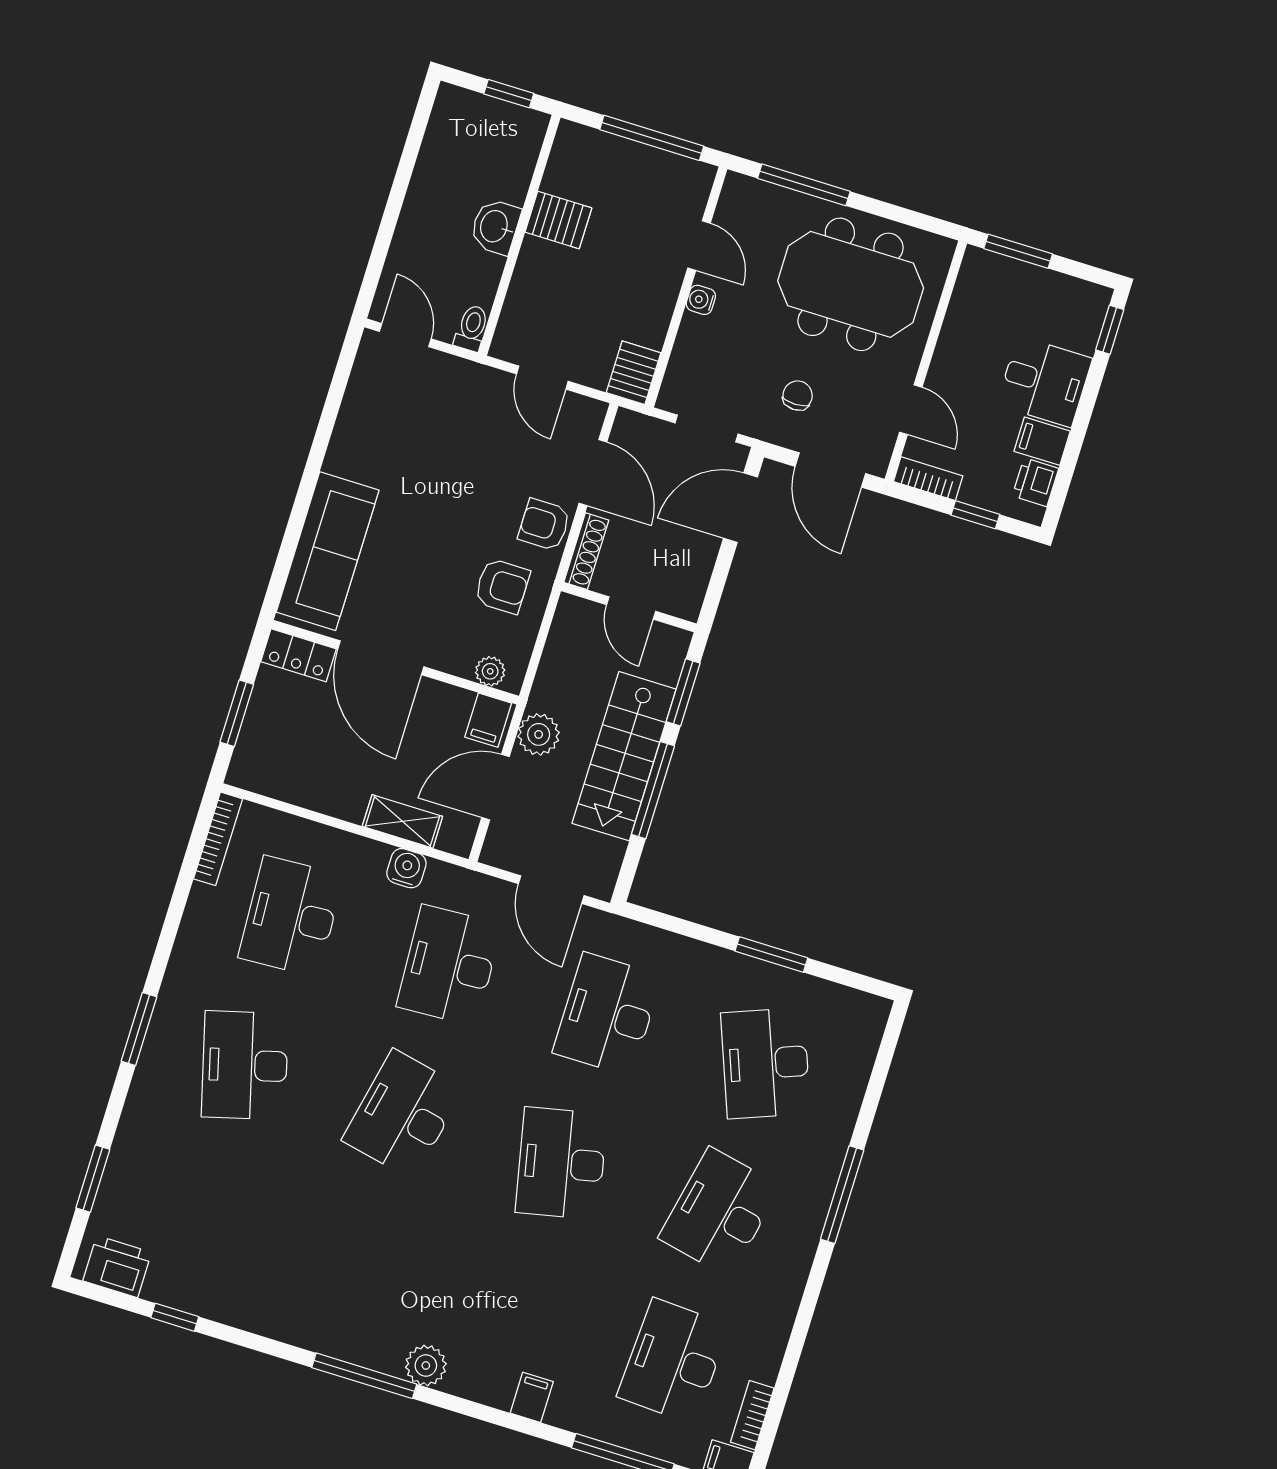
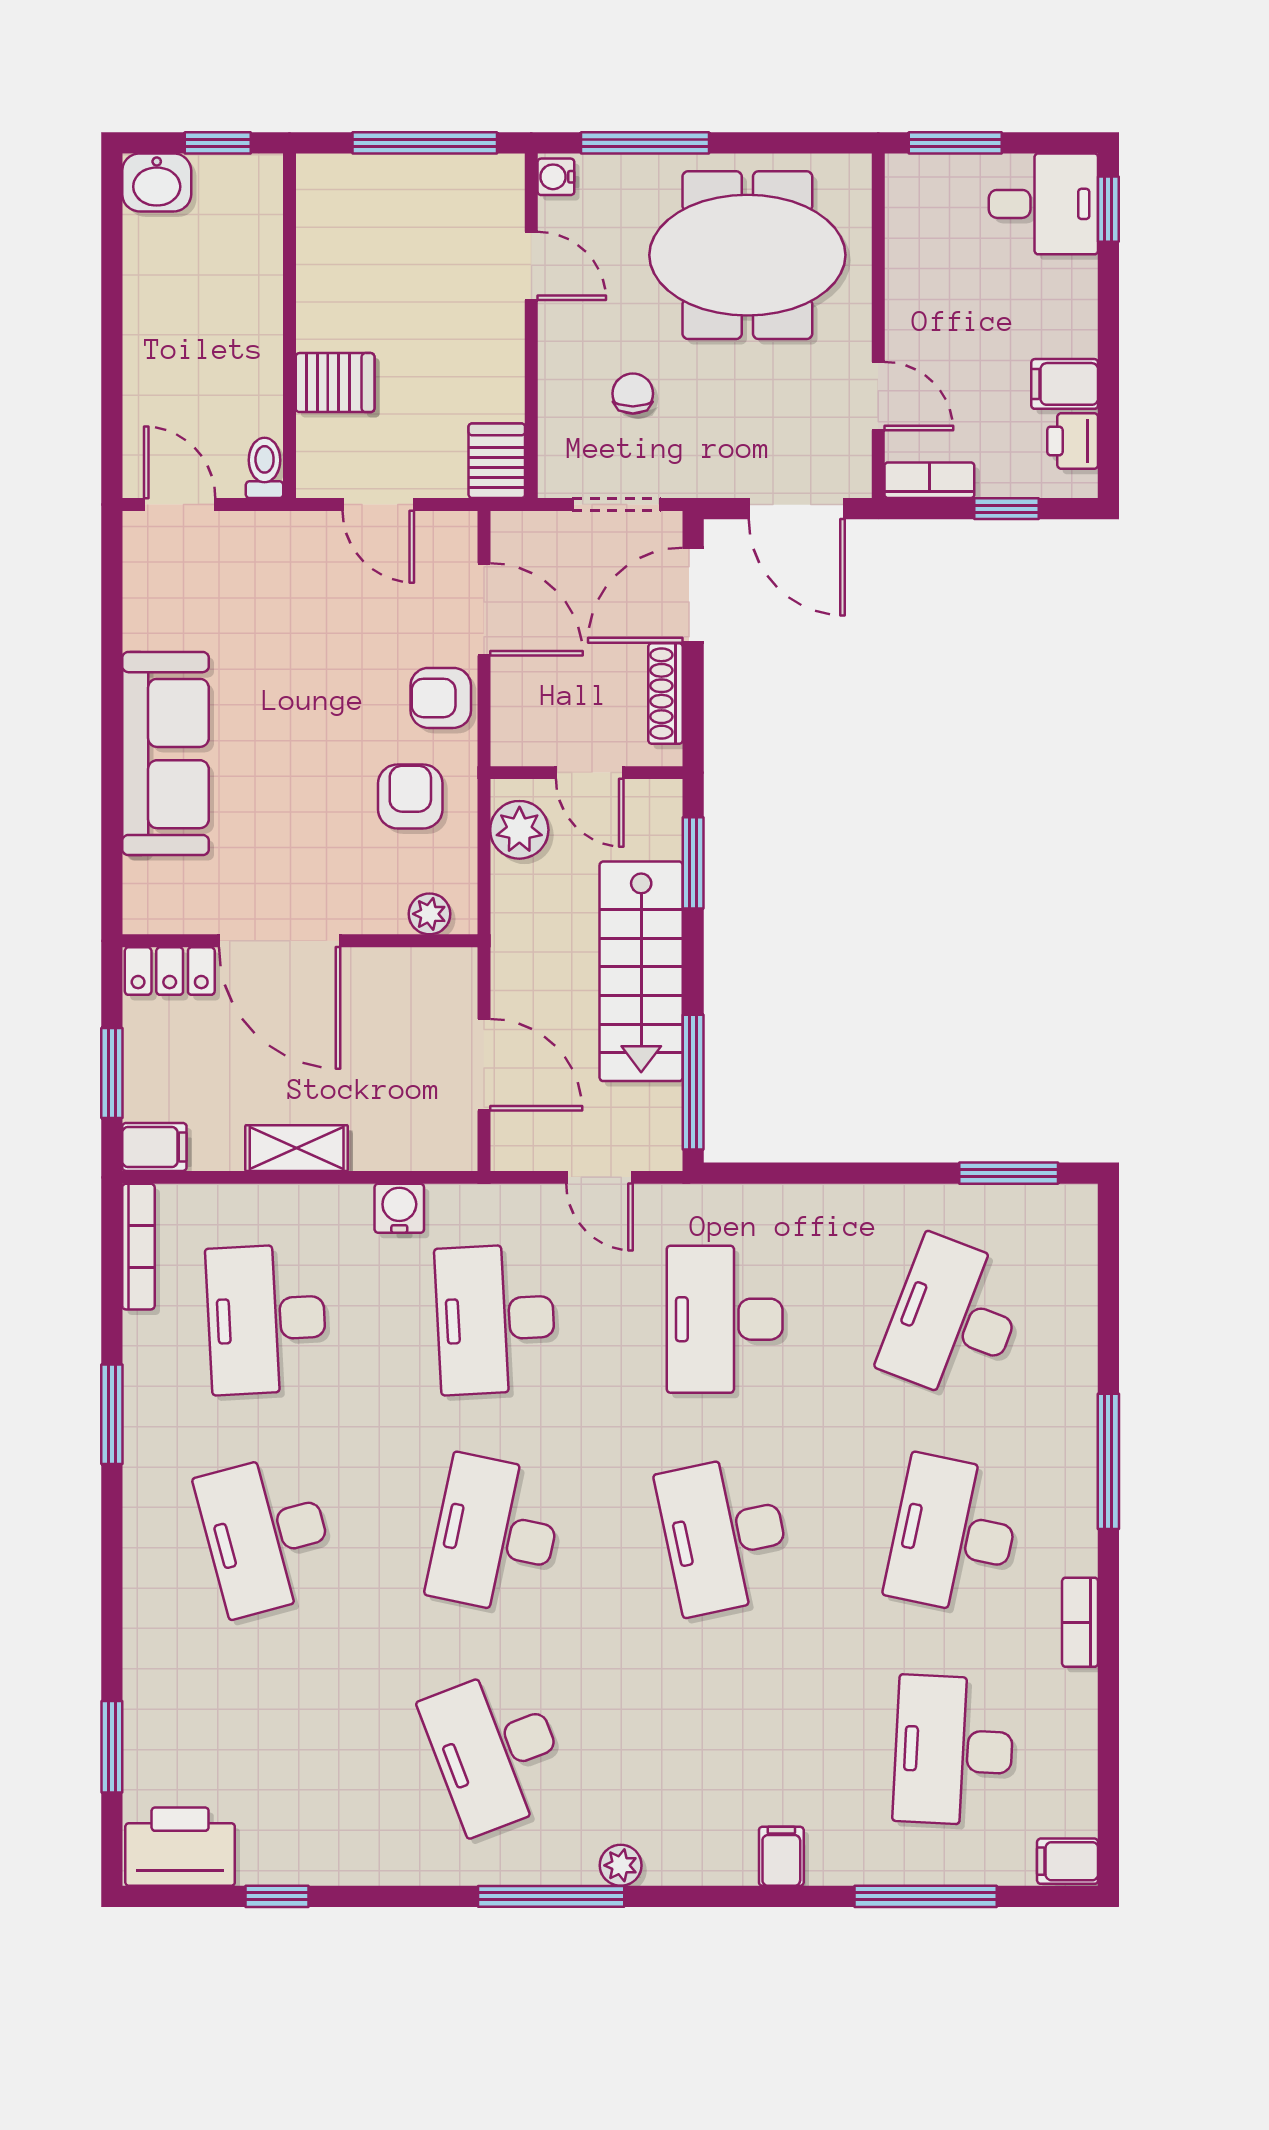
server rack: (558, 220) -> (335, 383), moved
washbasin: (495, 227) -> (157, 182), moved, turned -90
water cooler: (701, 300) -> (556, 177), moved
desk: (1044, 382) -> (1043, 204), moved
chair: (798, 396) -> (633, 394), moved
sofa: (328, 551) -> (165, 754), moved
shoe rack: (586, 551) -> (666, 693), moved, turned 180
armchair: (502, 586) -> (410, 796), turned -90
filing cabinet: (488, 720) -> (154, 1147), moved, turned -90
plant: (539, 734) -> (519, 830), moved
door: (496, 787) -> (484, 1065), swing flipped
window: (653, 790) -> (693, 1082), moved
shelving: (402, 821) -> (297, 1148), moved
door: (551, 890) -> (599, 1177), width x0.73
window: (771, 955) -> (1009, 1173), moved
window: (139, 1029) -> (112, 1414), moved
desk: (766, 1063) -> (954, 1319), turned 42
desk: (357, 1263) -> (496, 1750), added
printer: (117, 1267) -> (180, 1847), width x1.37, depth x1.19
plant: (426, 1365) -> (621, 1865), width x0.73, depth x0.73
bookcase: (752, 1415) -> (1080, 1622), moved

